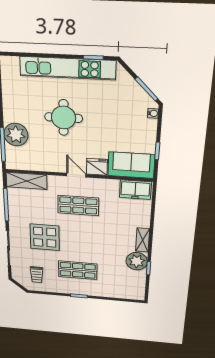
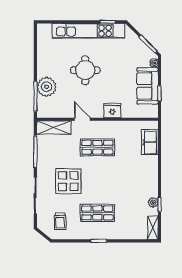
sofa: (131, 165) -> (147, 86), moved, turned -90
door: (76, 175) -> (82, 119), moved
freezer: (135, 190) -> (150, 142), moved, turned 90
shelving: (143, 240) -> (153, 228), moved
plant: (137, 261) -> (153, 202), width x0.53, depth x0.53

